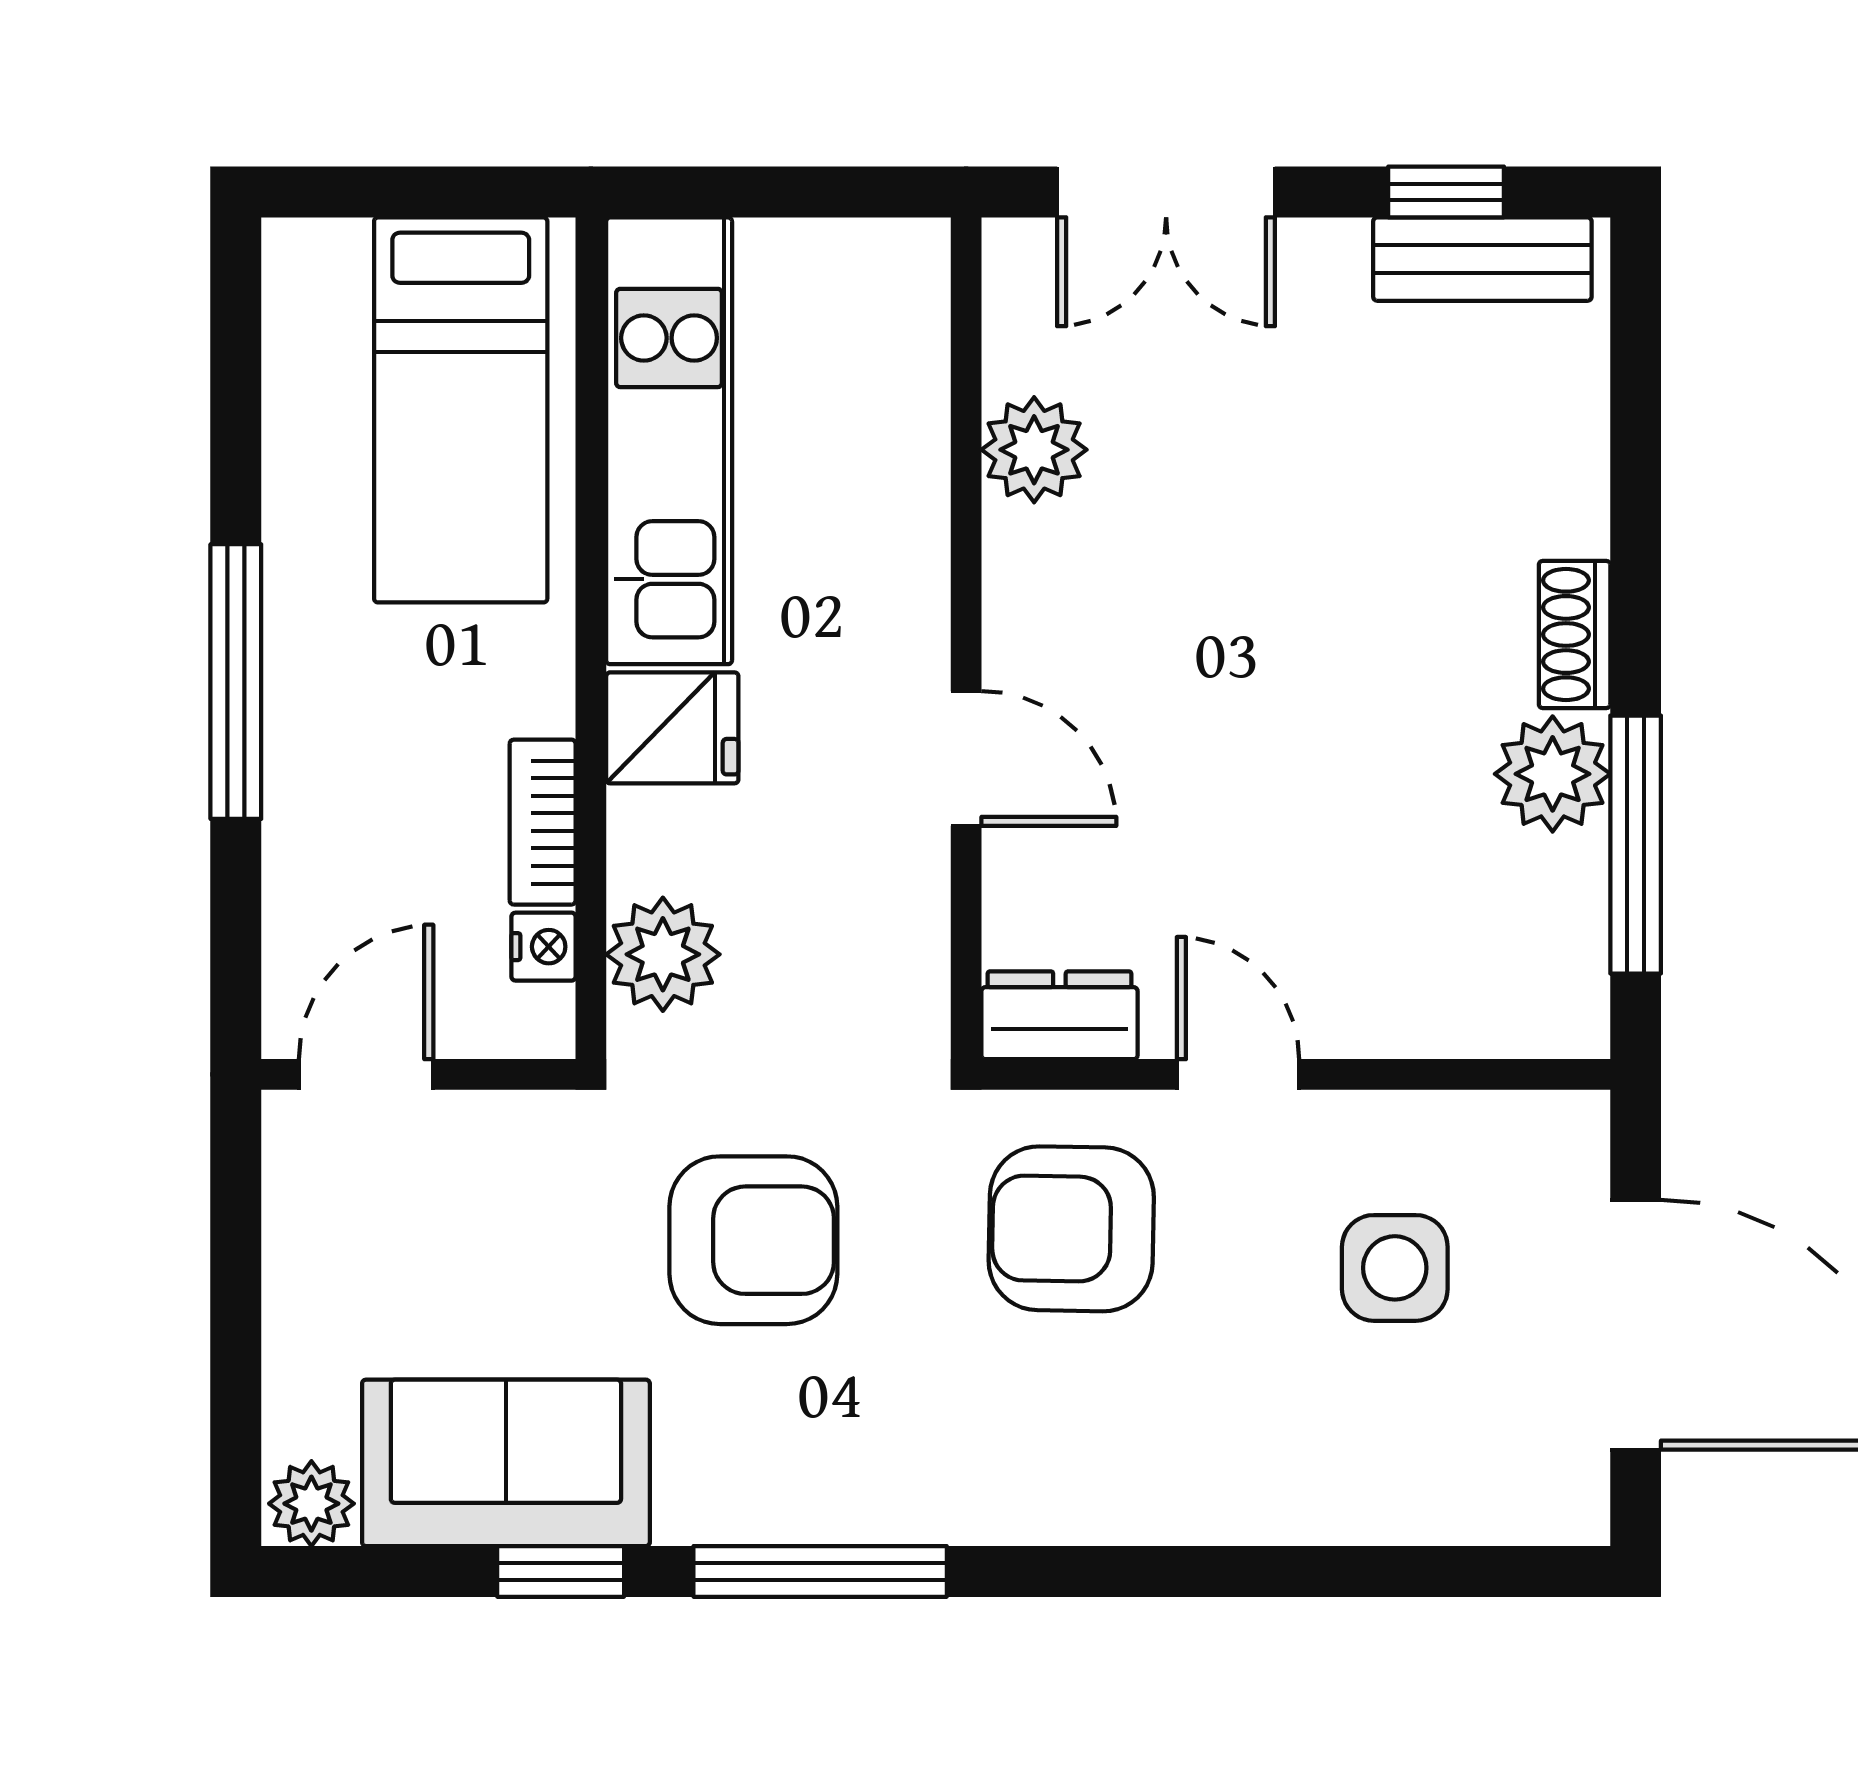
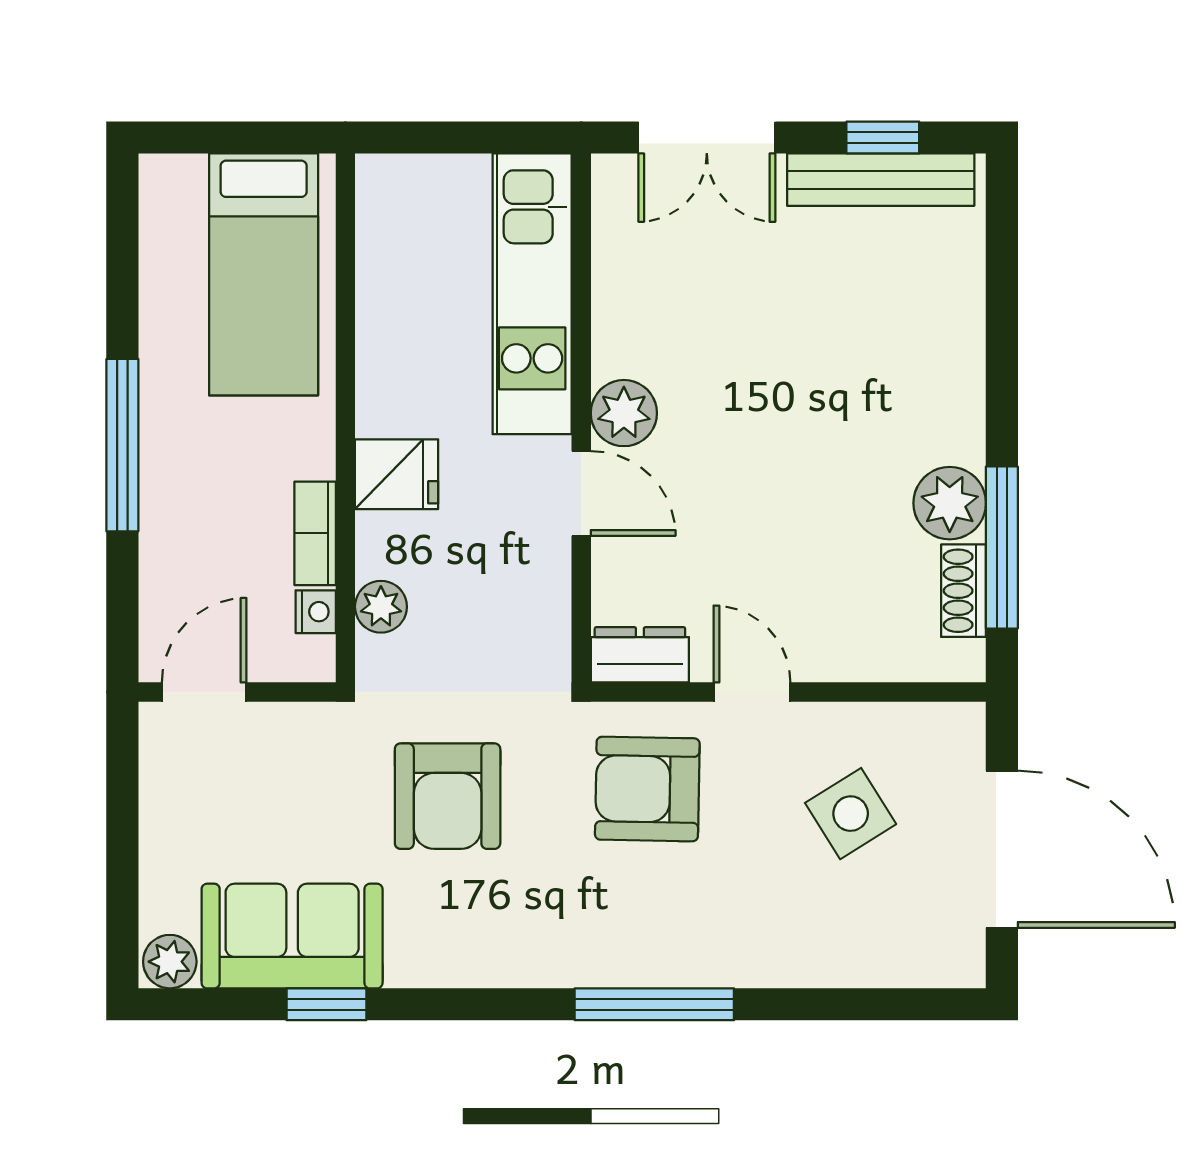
bench: (1482, 259) -> (881, 180), width x1.36
kitchen unit: (669, 441) -> (532, 294), moved, turned 180
plant: (1034, 450) -> (624, 413), moved
shoe rack: (1575, 634) -> (964, 591), moved
plant: (663, 954) -> (381, 607), width x0.73, depth x0.73
armchair: (753, 1240) -> (448, 796), turned 90
side table: (1395, 1268) -> (851, 814), turned -32
window: (820, 1571) -> (654, 1004), moved

